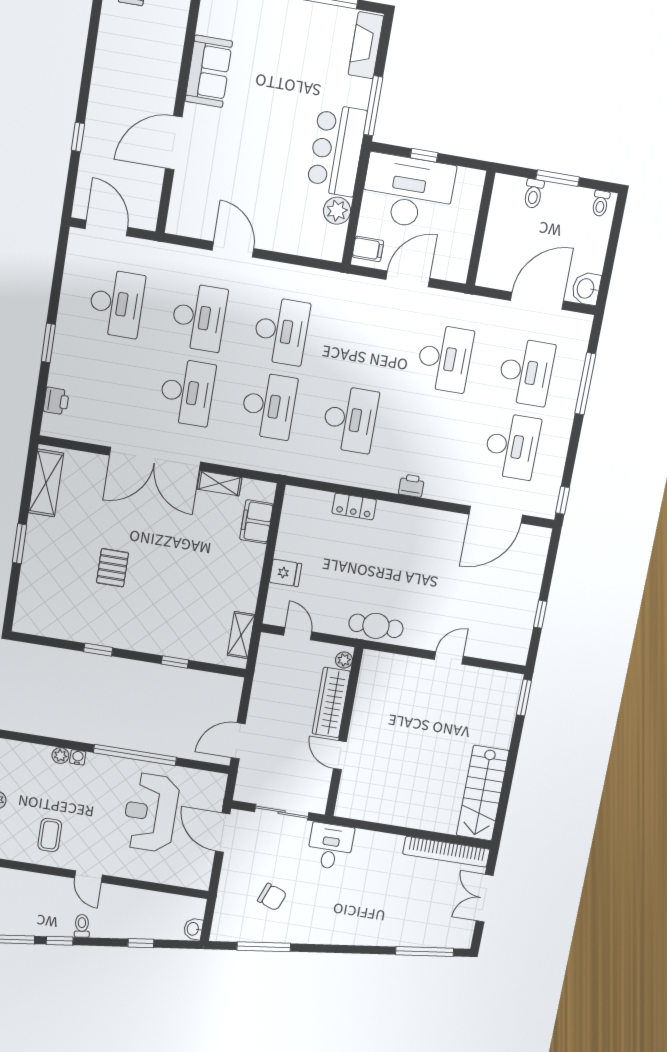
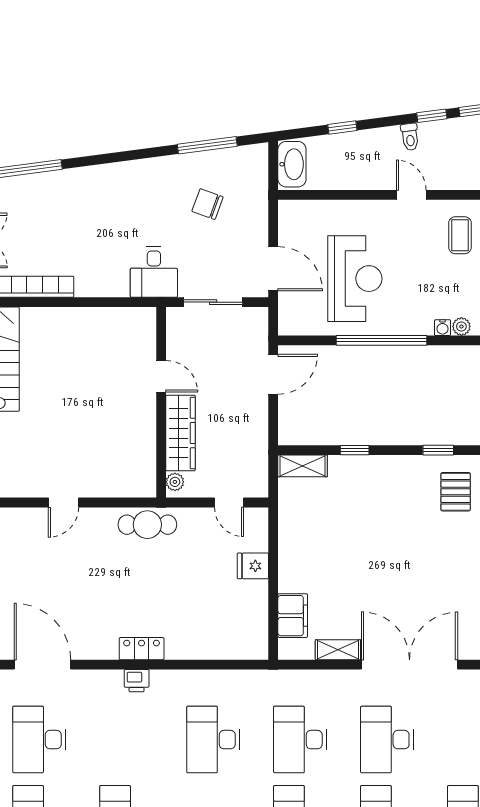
locker: (354, 506) -> (142, 649), moved
door: (496, 515) -> (42, 665), hinge flipped
pallet: (112, 568) -> (456, 492), moved
shelving: (241, 635) -> (303, 466), moved, turned 90
washbasin: (193, 929) -> (292, 164), width x1.91, depth x1.45

